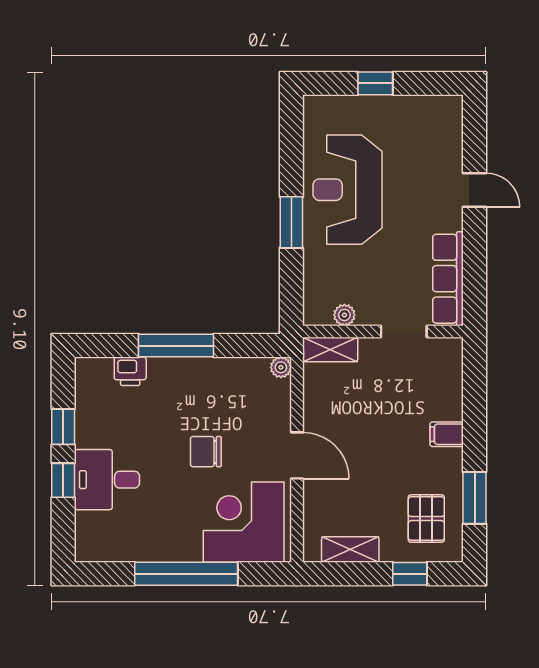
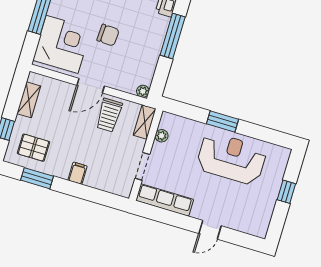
trolley: (336, 411) -> (109, 115), added
chair: (206, 452) -> (108, 35), turned 93

